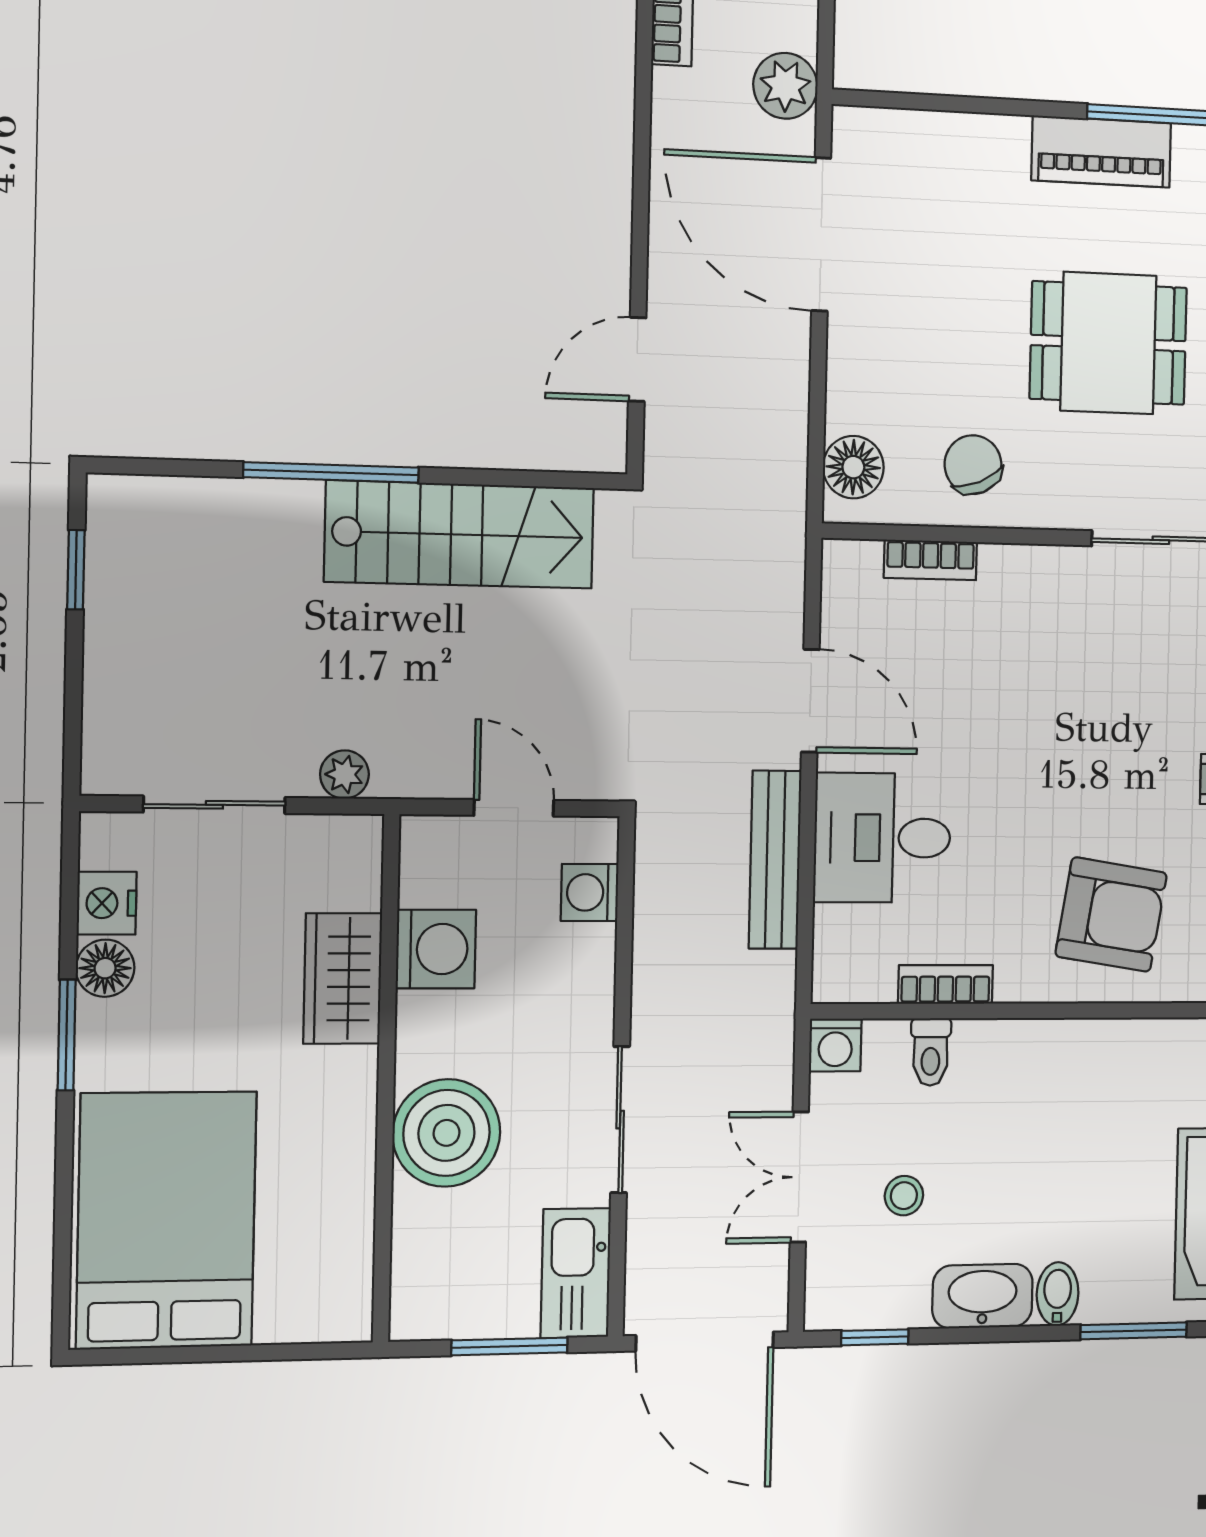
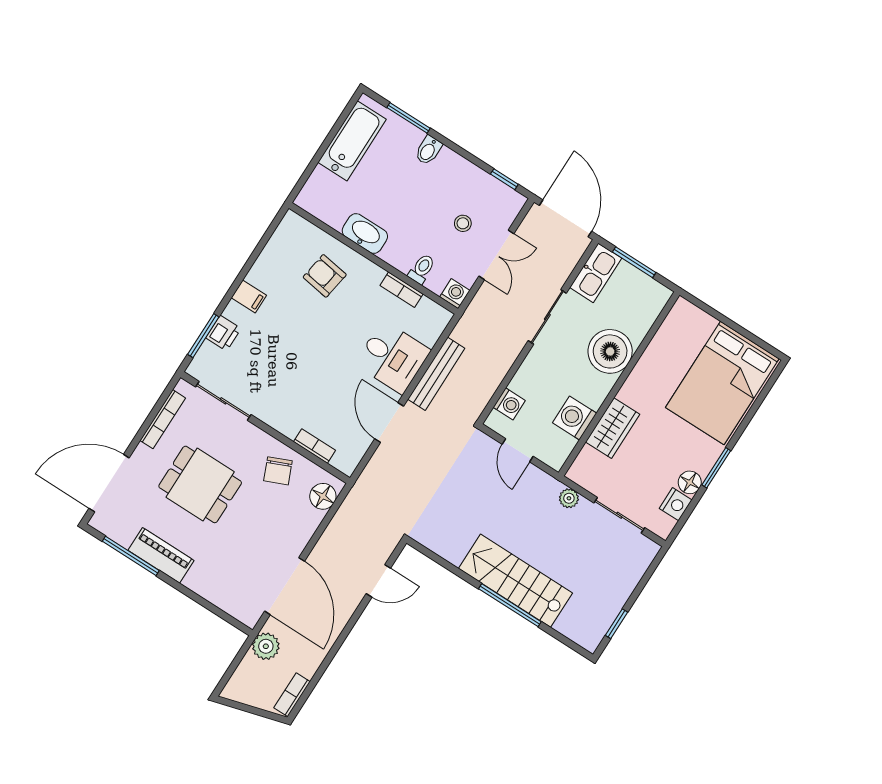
stairs: (460, 535) -> (515, 581), moved
armchair: (1111, 915) -> (325, 276), width x0.72, depth x0.72
washbasin: (982, 1296) -> (365, 234), moved, turned 180

